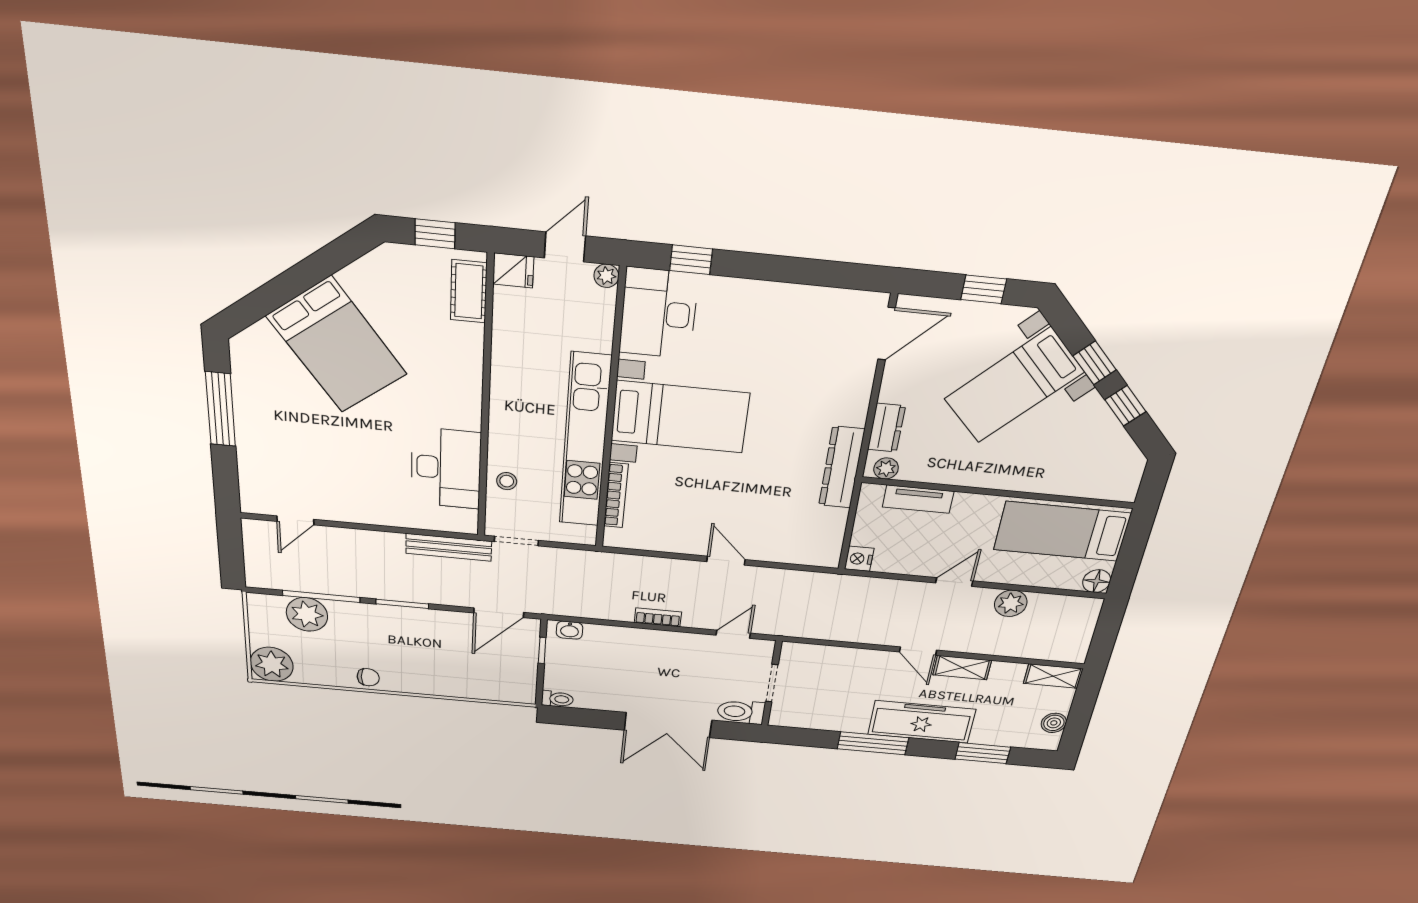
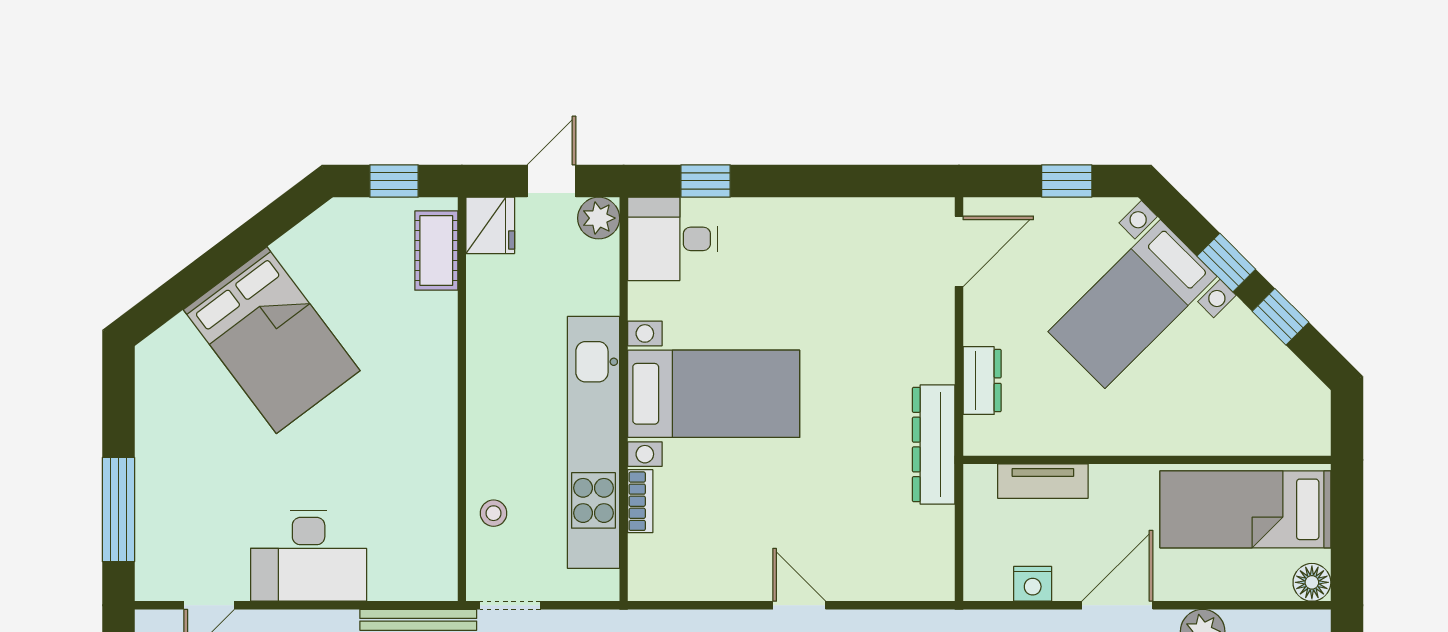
fridge: (513, 270) -> (490, 225), width x1.38
plant: (606, 276) -> (599, 218), width x1.38, depth x1.38
desk: (658, 313) -> (673, 239), width x0.73
window: (220, 409) -> (118, 510), moved
desk: (446, 468) -> (309, 556), moved, turned 90
plant: (886, 468) -> (992, 440), removed
bookcase: (616, 495) -> (640, 501), width x0.64
nightstand: (859, 559) -> (1033, 584), moved, turned -90
door: (954, 582) -> (1117, 605), width x1.38

